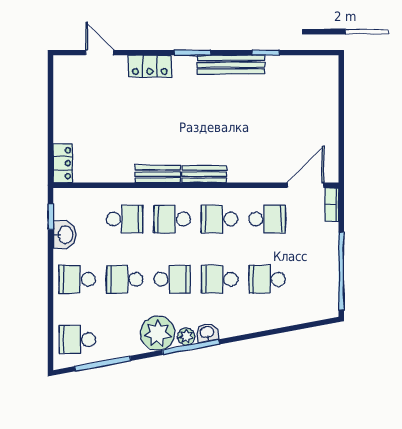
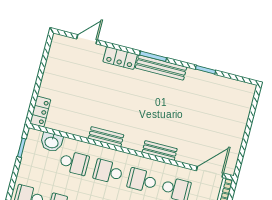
door: (100, 53) -> (87, 39), hinge flipped
bench: (231, 65) -> (161, 67), moved
bench: (204, 174) -> (160, 151), moved
washbasin: (65, 235) -> (52, 142), moved, turned 90

